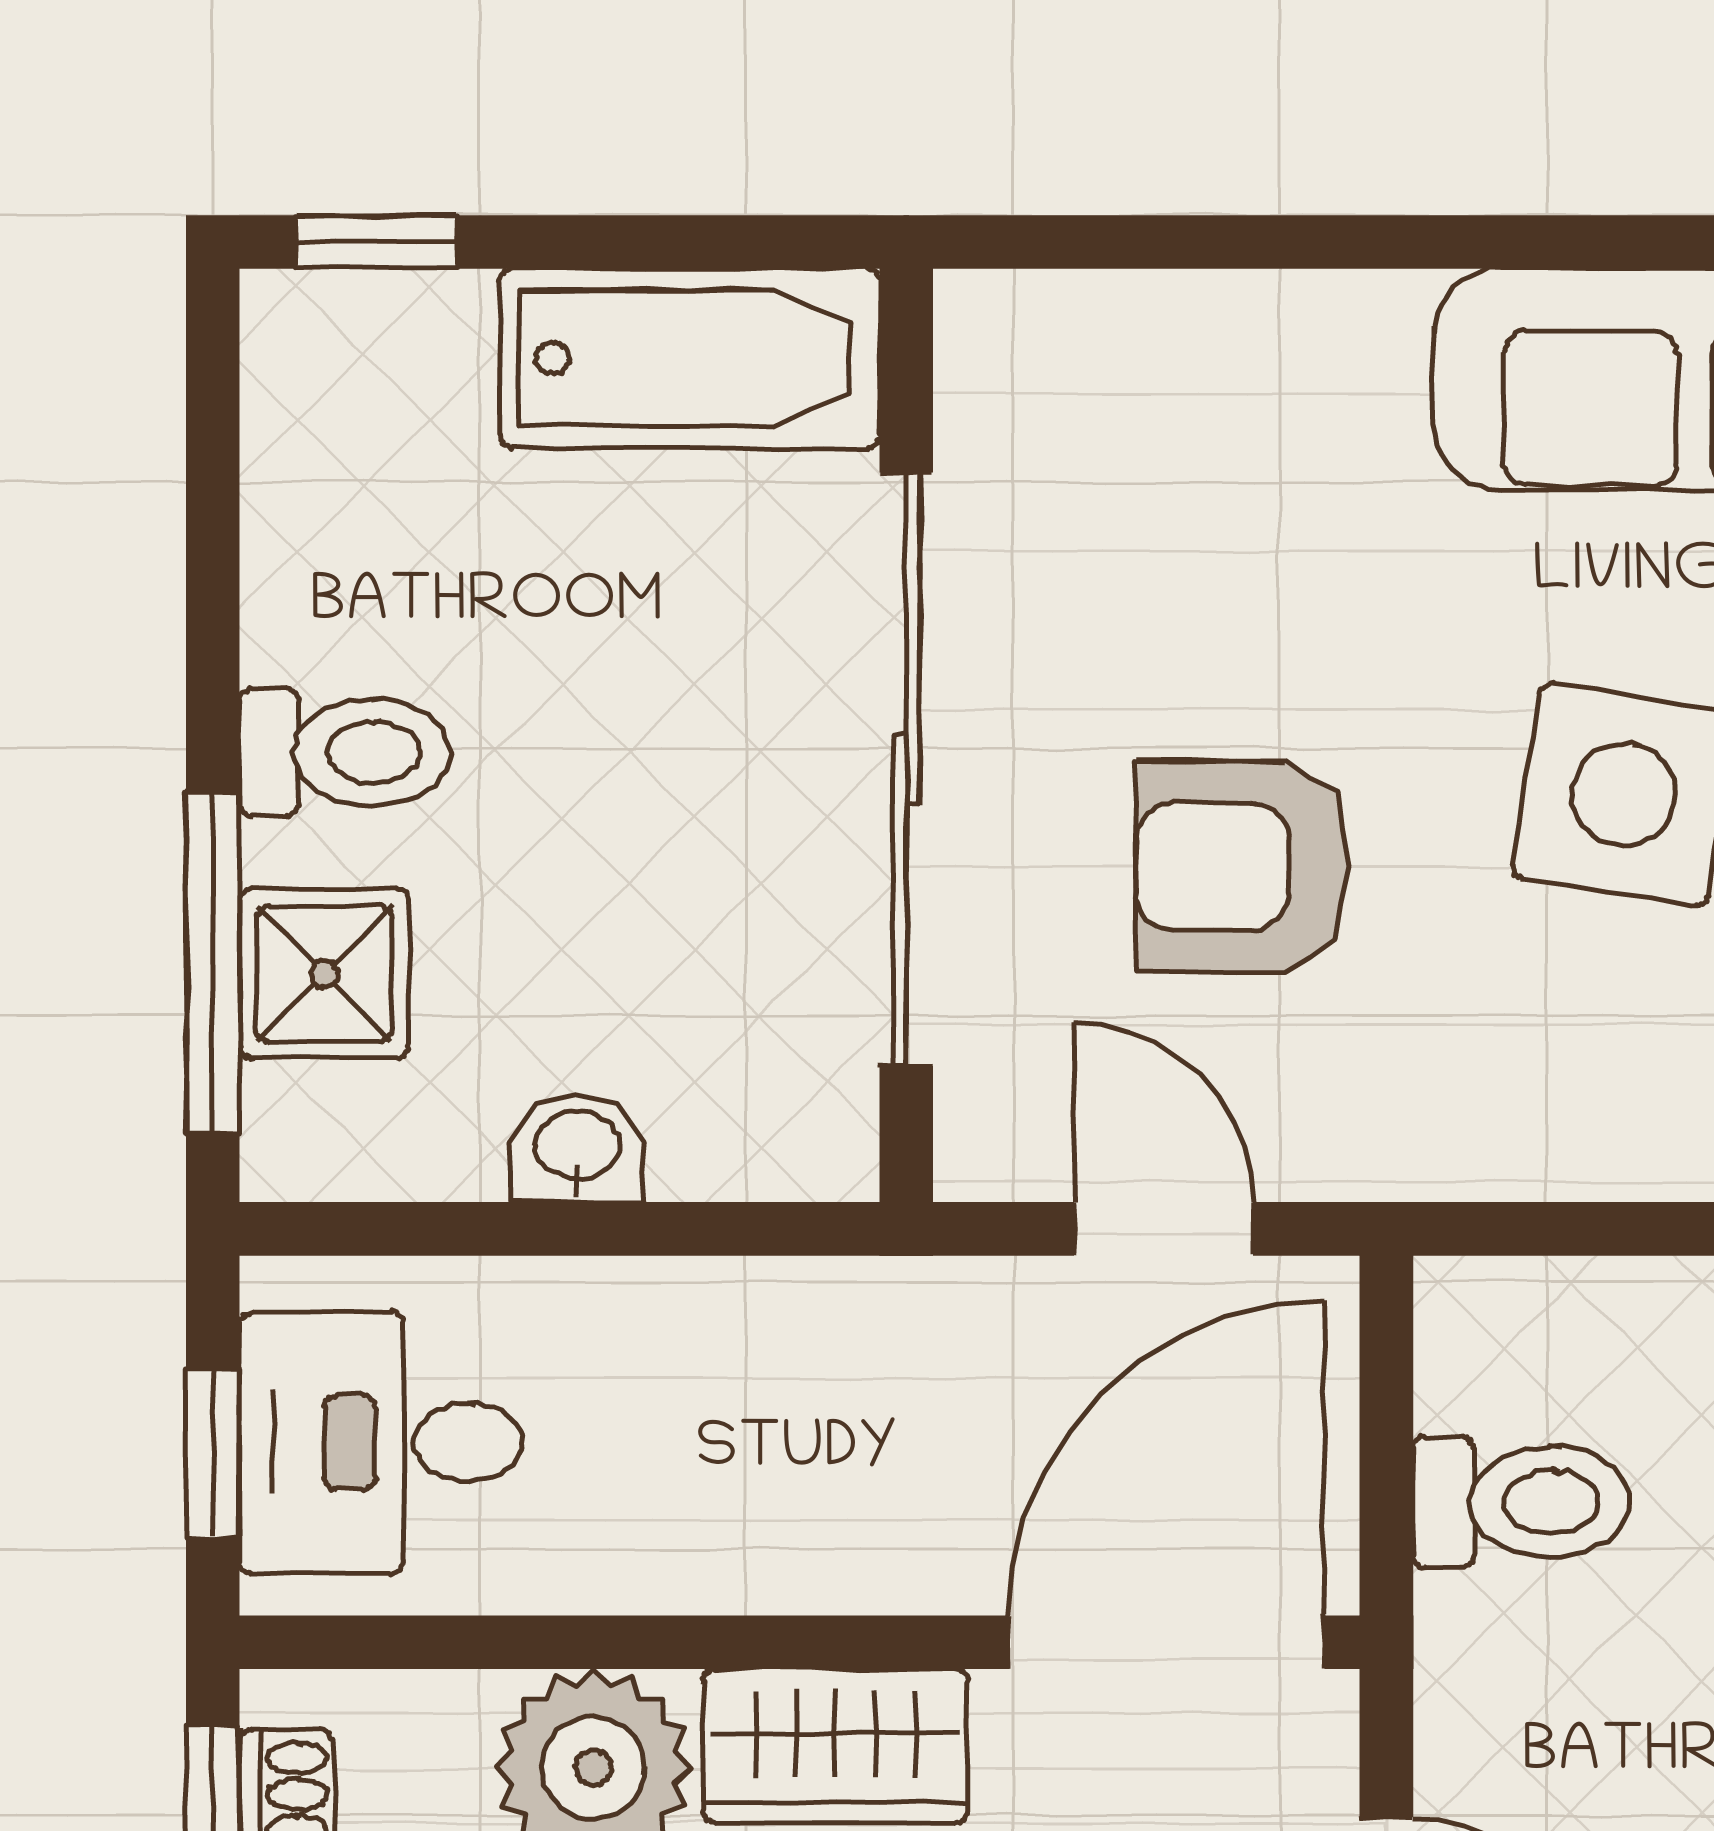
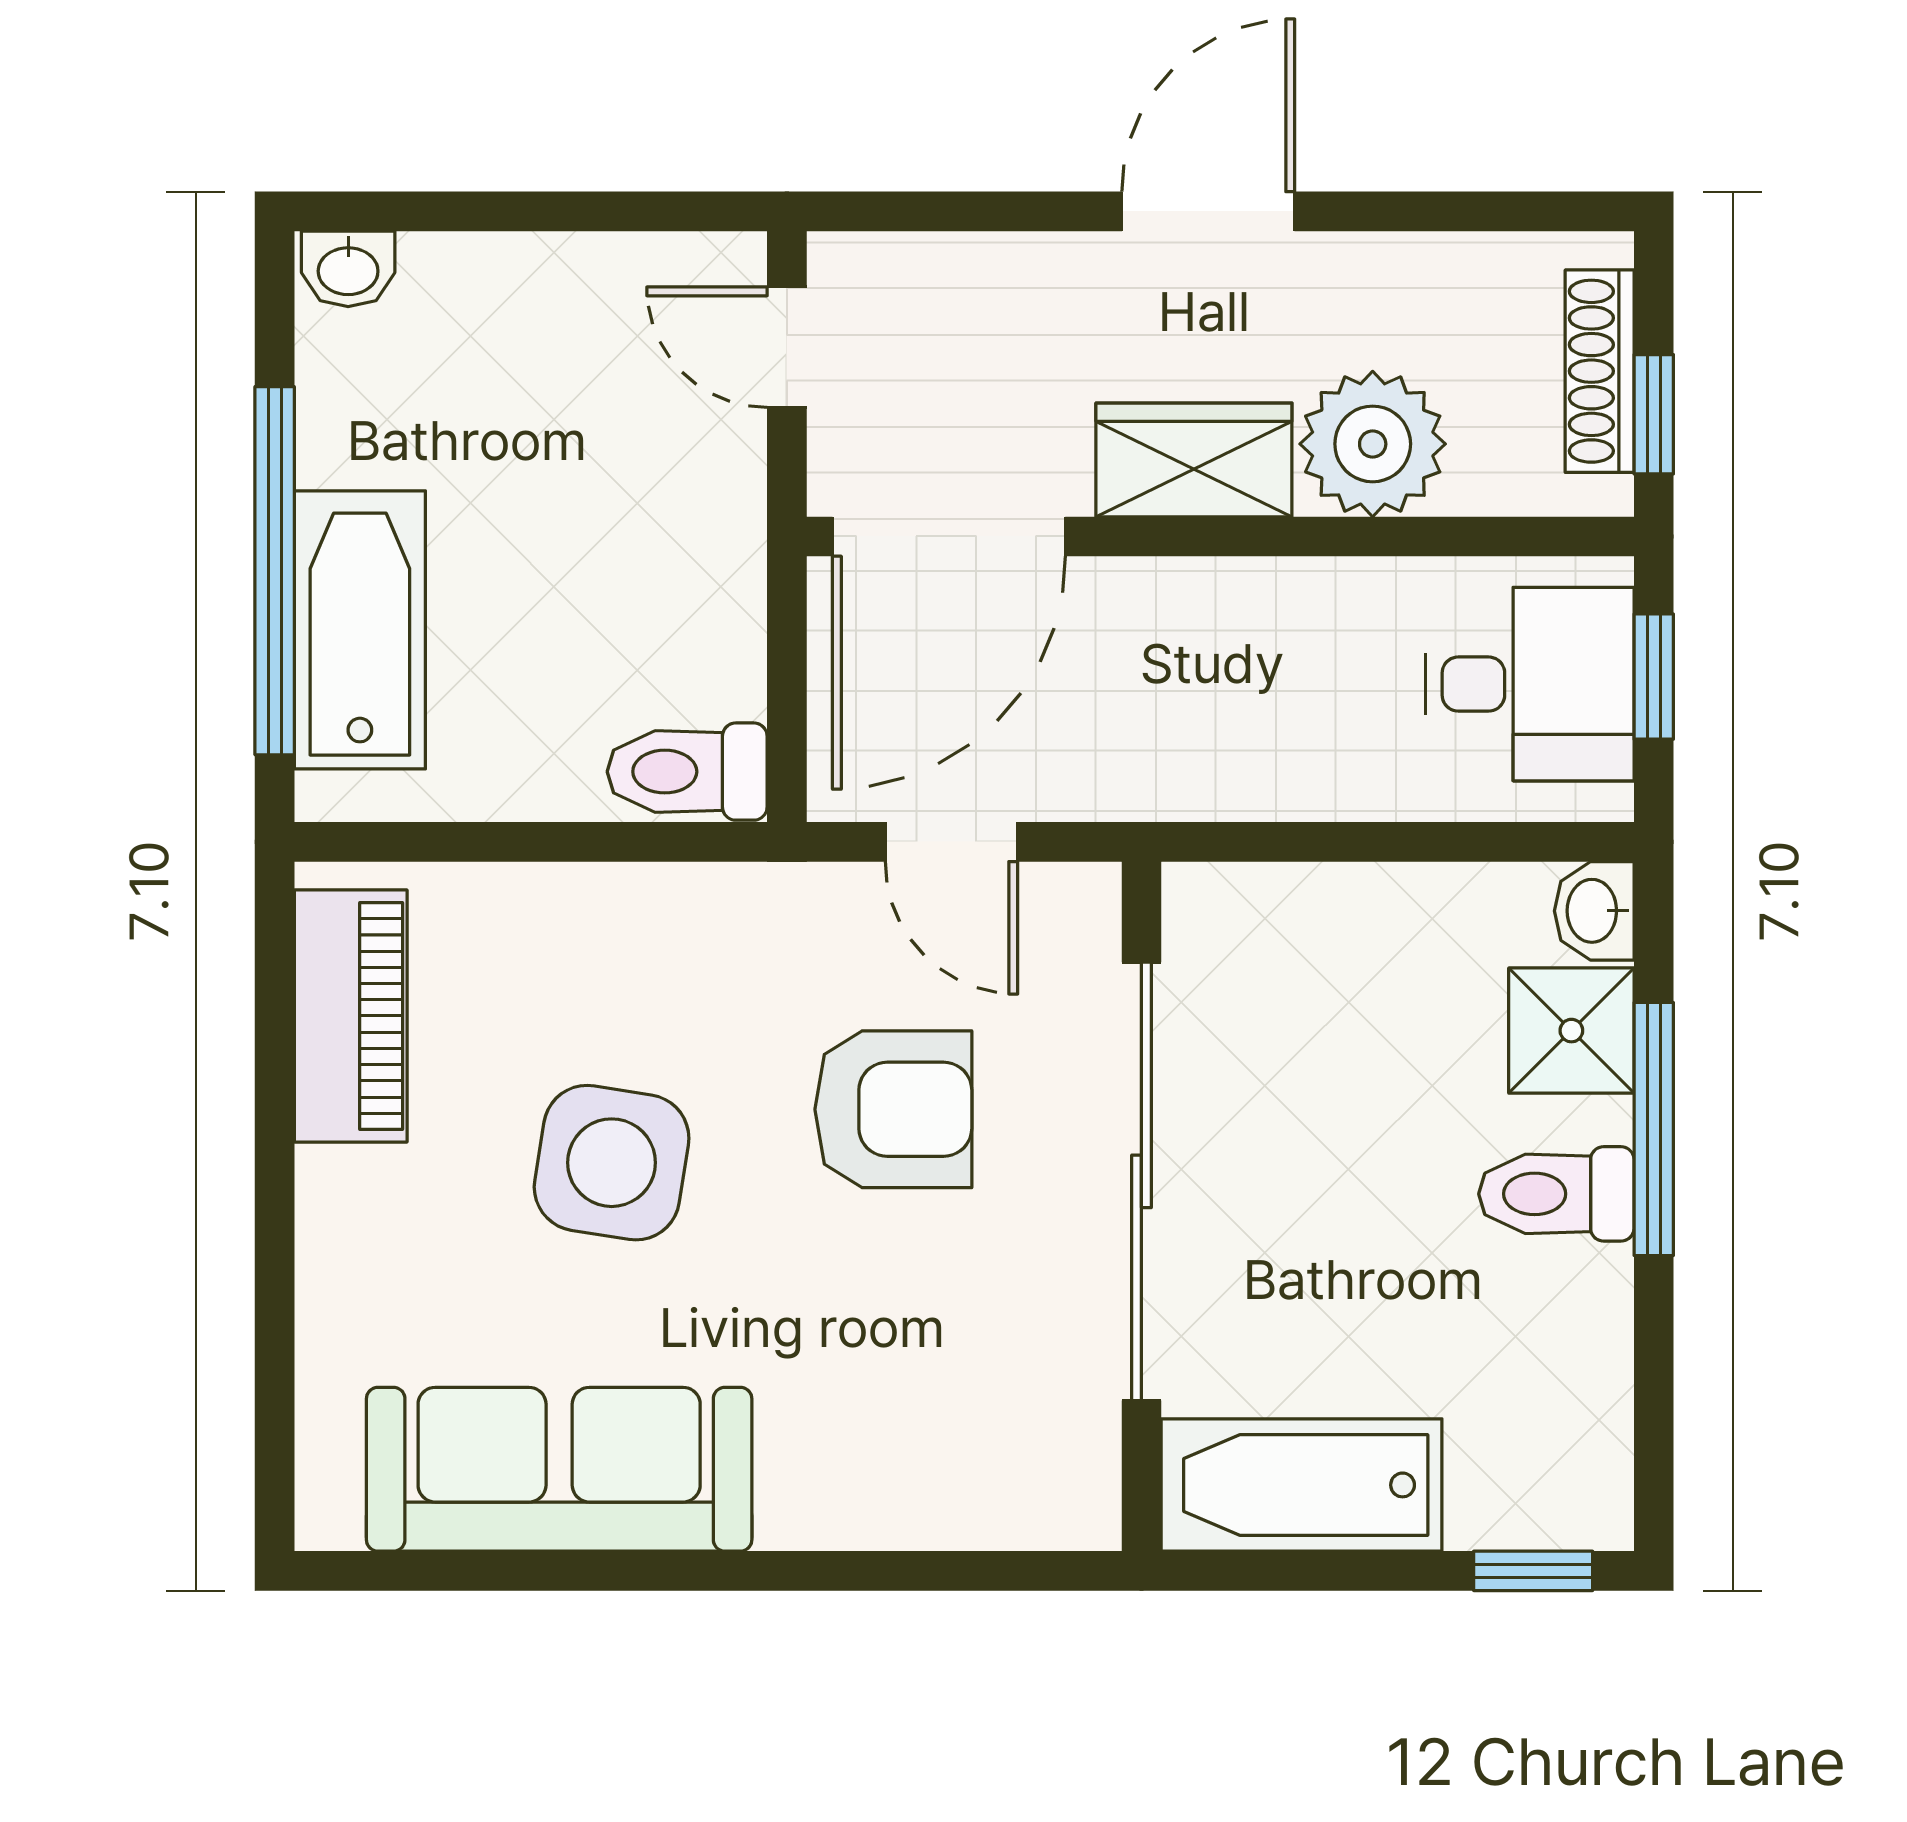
window: (213, 963) -> (1654, 1129), moved
washbasin: (577, 1148) -> (1594, 911), moved, turned 90
toilet: (1521, 1502) -> (687, 772), moved

